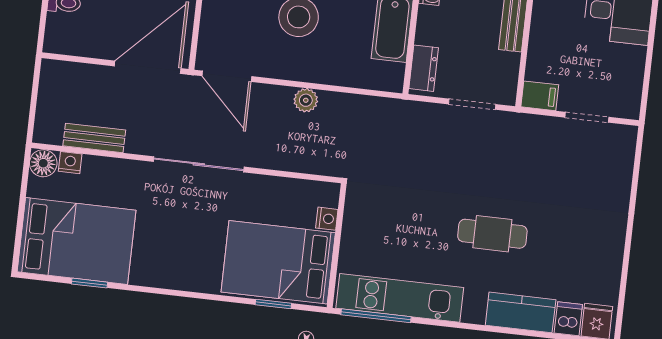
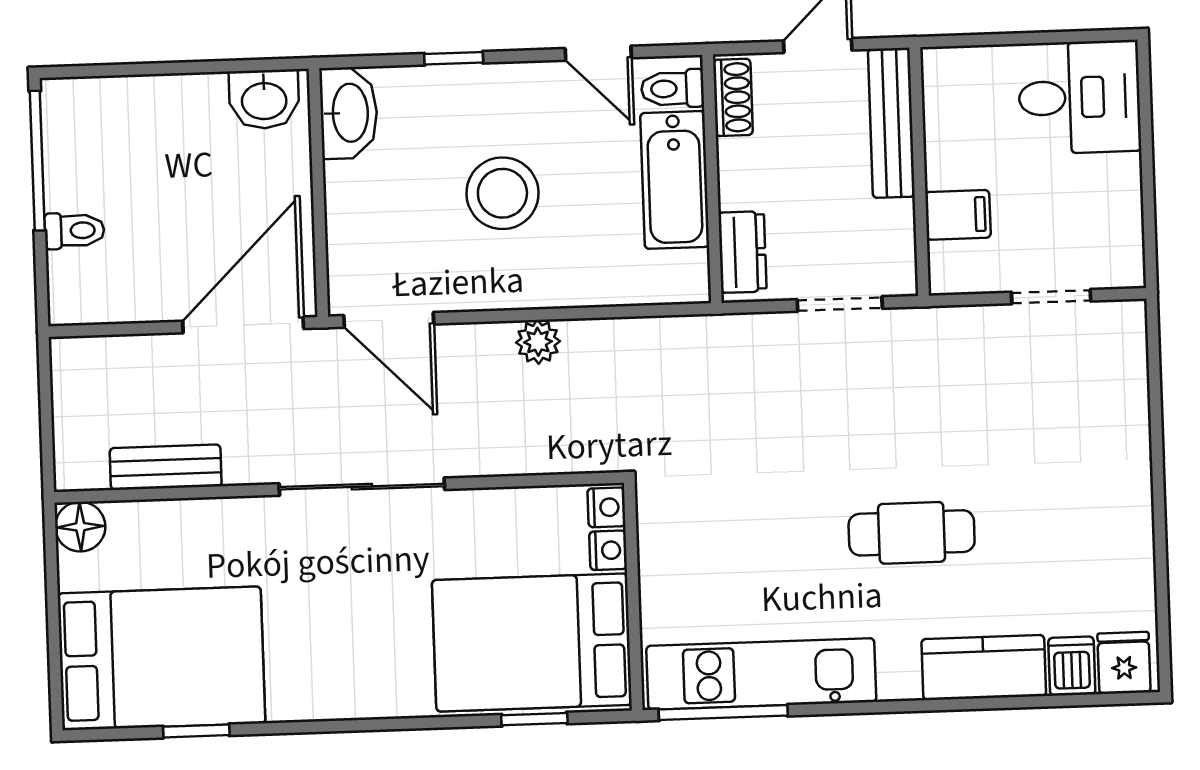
filing cabinet: (540, 96) -> (958, 215), moved
nightstand: (70, 163) -> (606, 507), moved, turned 90

